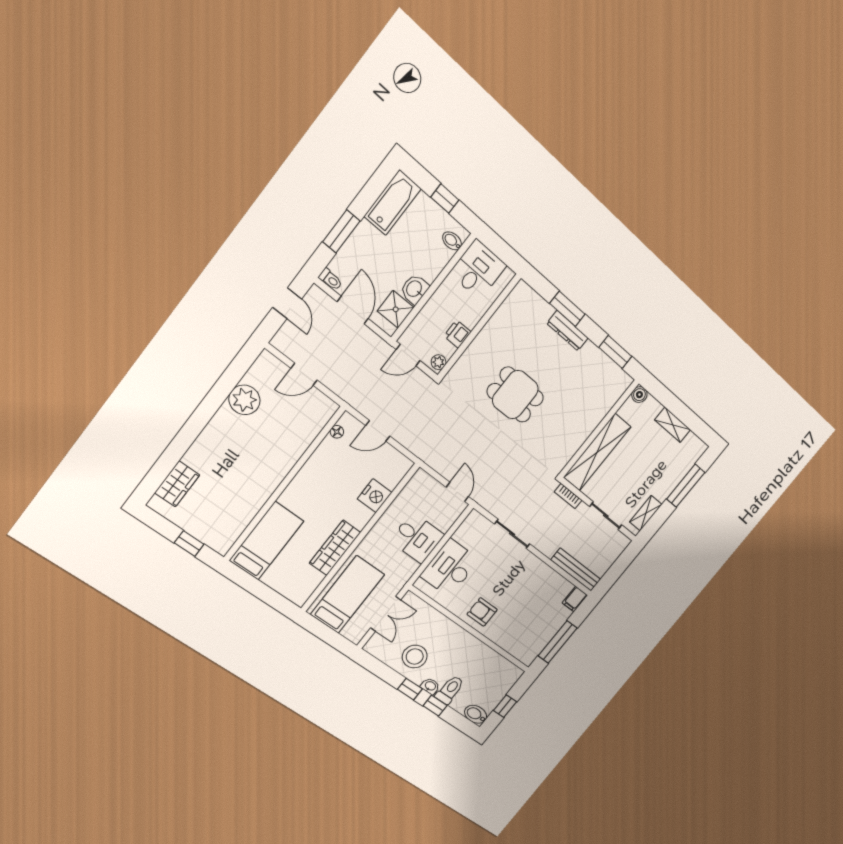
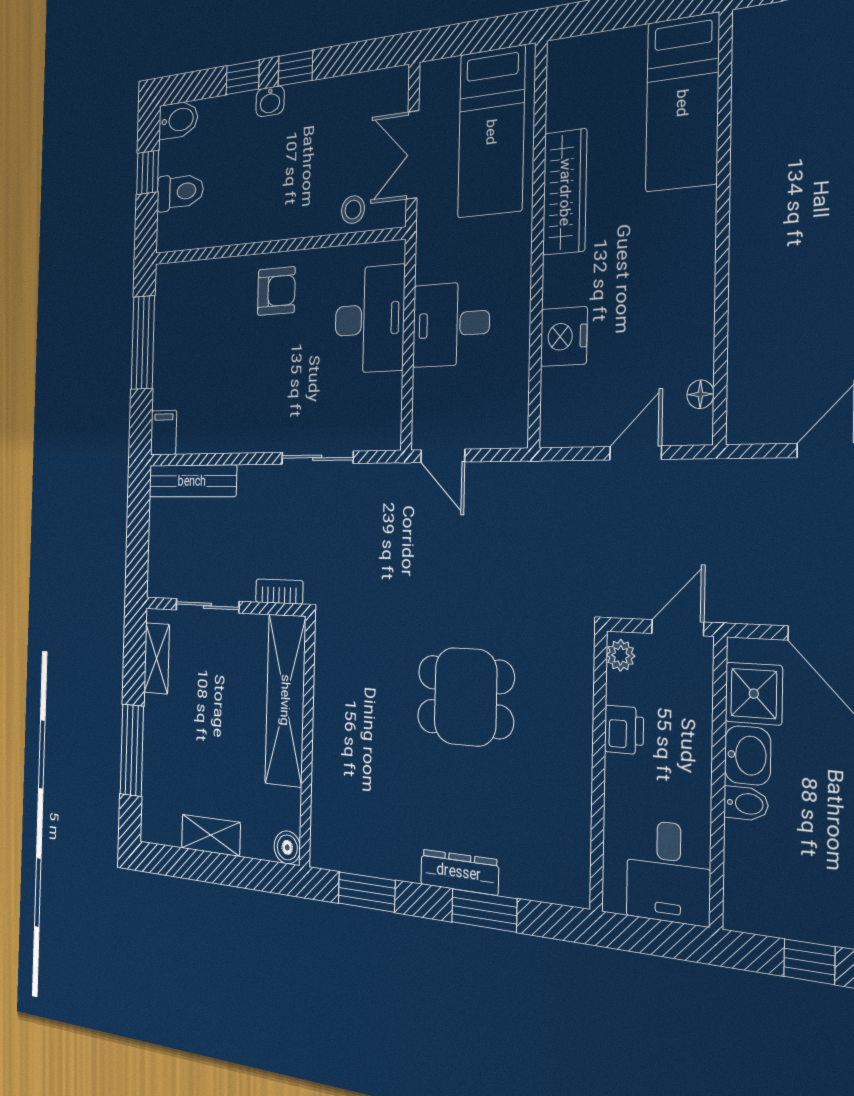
bidet: (452, 241) -> (746, 804), moved
stool: (415, 656) -> (353, 210), moved, width x0.53, depth x0.53
toilet: (450, 690) -> (180, 192), moved, turned -90

